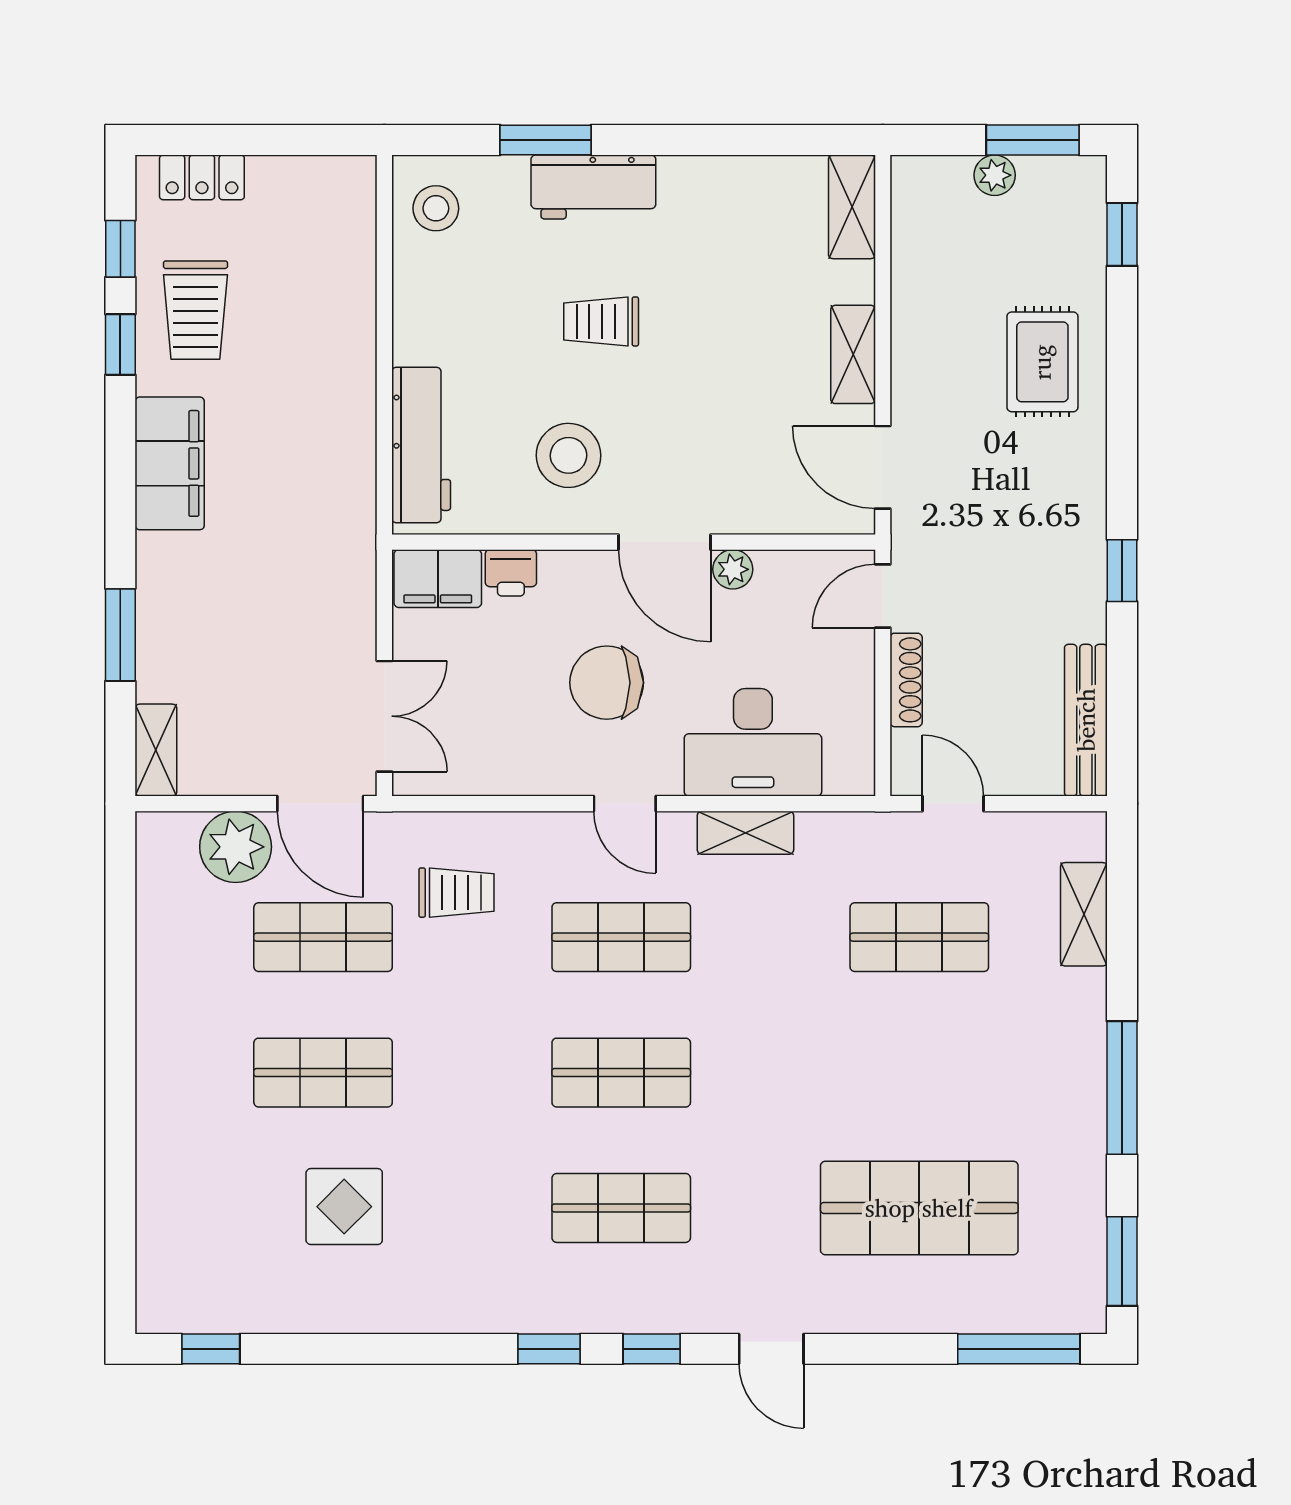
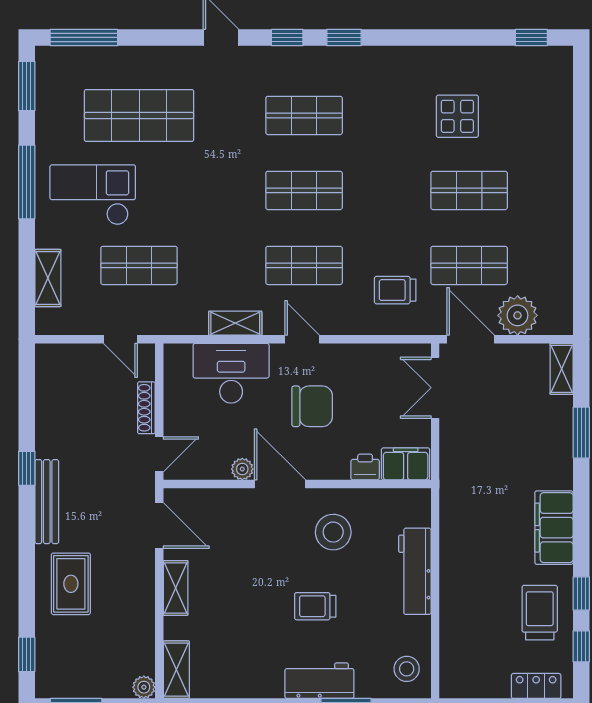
plant: (995, 175) -> (144, 687), moved
trolley: (601, 321) -> (315, 606), turned 180
workbench: (421, 445) -> (415, 571), moved
bench: (1086, 720) -> (47, 502), moved
checkout: (1003, 1065) -> (93, 195), added

